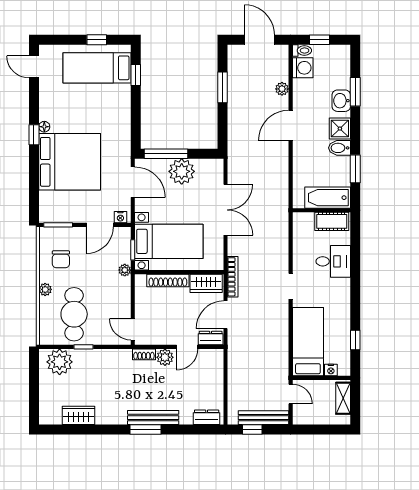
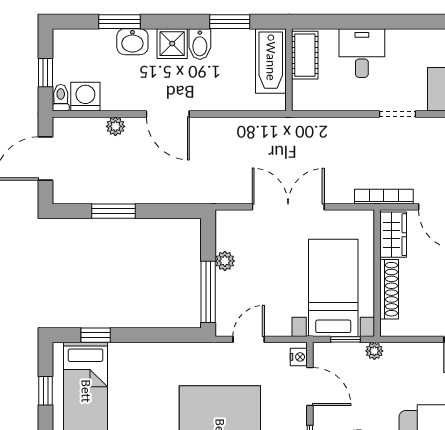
plant: (182, 171) -> (225, 261), width x0.53, depth x0.53
door: (133, 182) -> (249, 339), width x0.73

